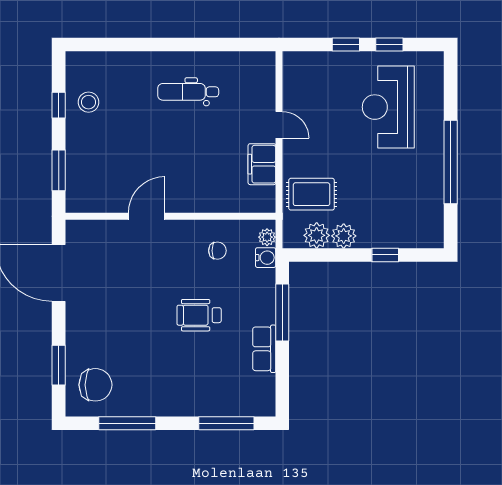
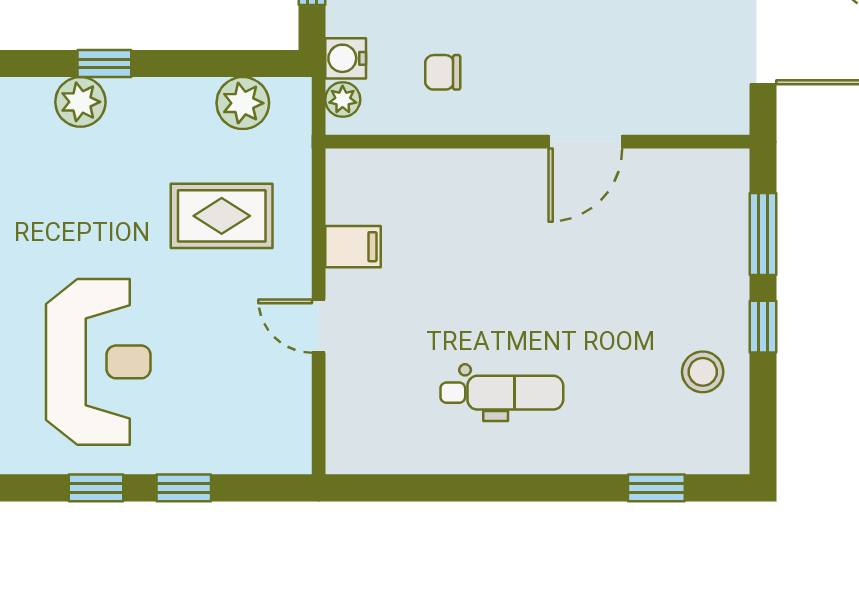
window: (112, 45) -> (656, 488), added
window: (59, 105) -> (763, 327), moved
filing cabinet: (262, 164) -> (353, 247), width x0.50
rug: (312, 194) -> (222, 216), moved
plant: (344, 236) -> (80, 102), moved

